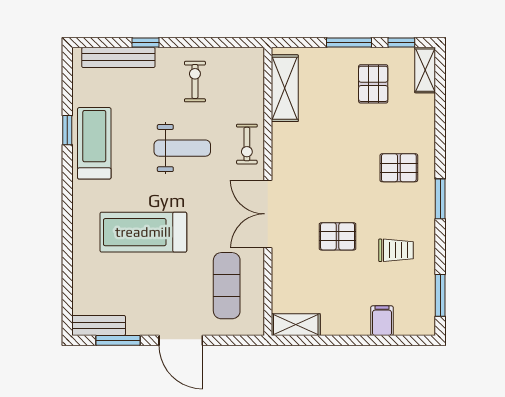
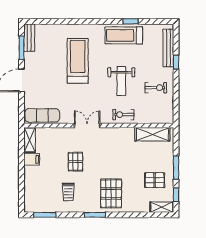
treadmill: (94, 143) -> (124, 35), turned 180
pallet: (399, 168) -> (111, 193), width x1.50, depth x1.42
double door: (268, 214) -> (87, 125), width x0.73
exercise mat: (227, 286) -> (42, 115), moved
filing cabinet: (382, 321) -> (32, 159), moved

